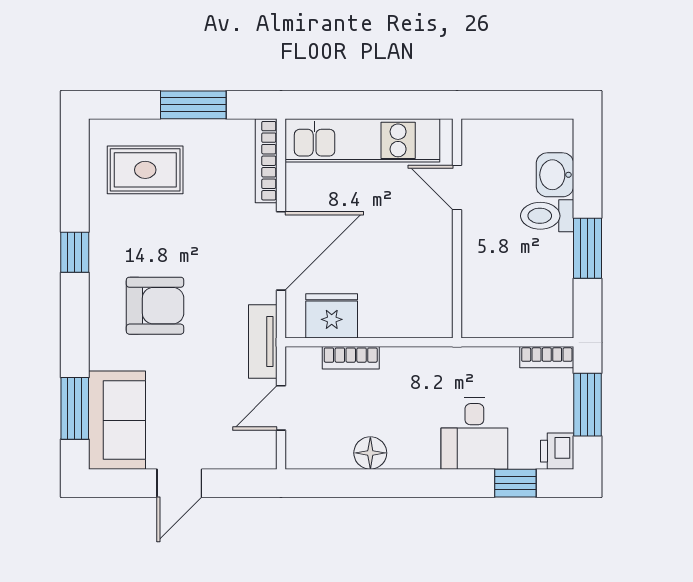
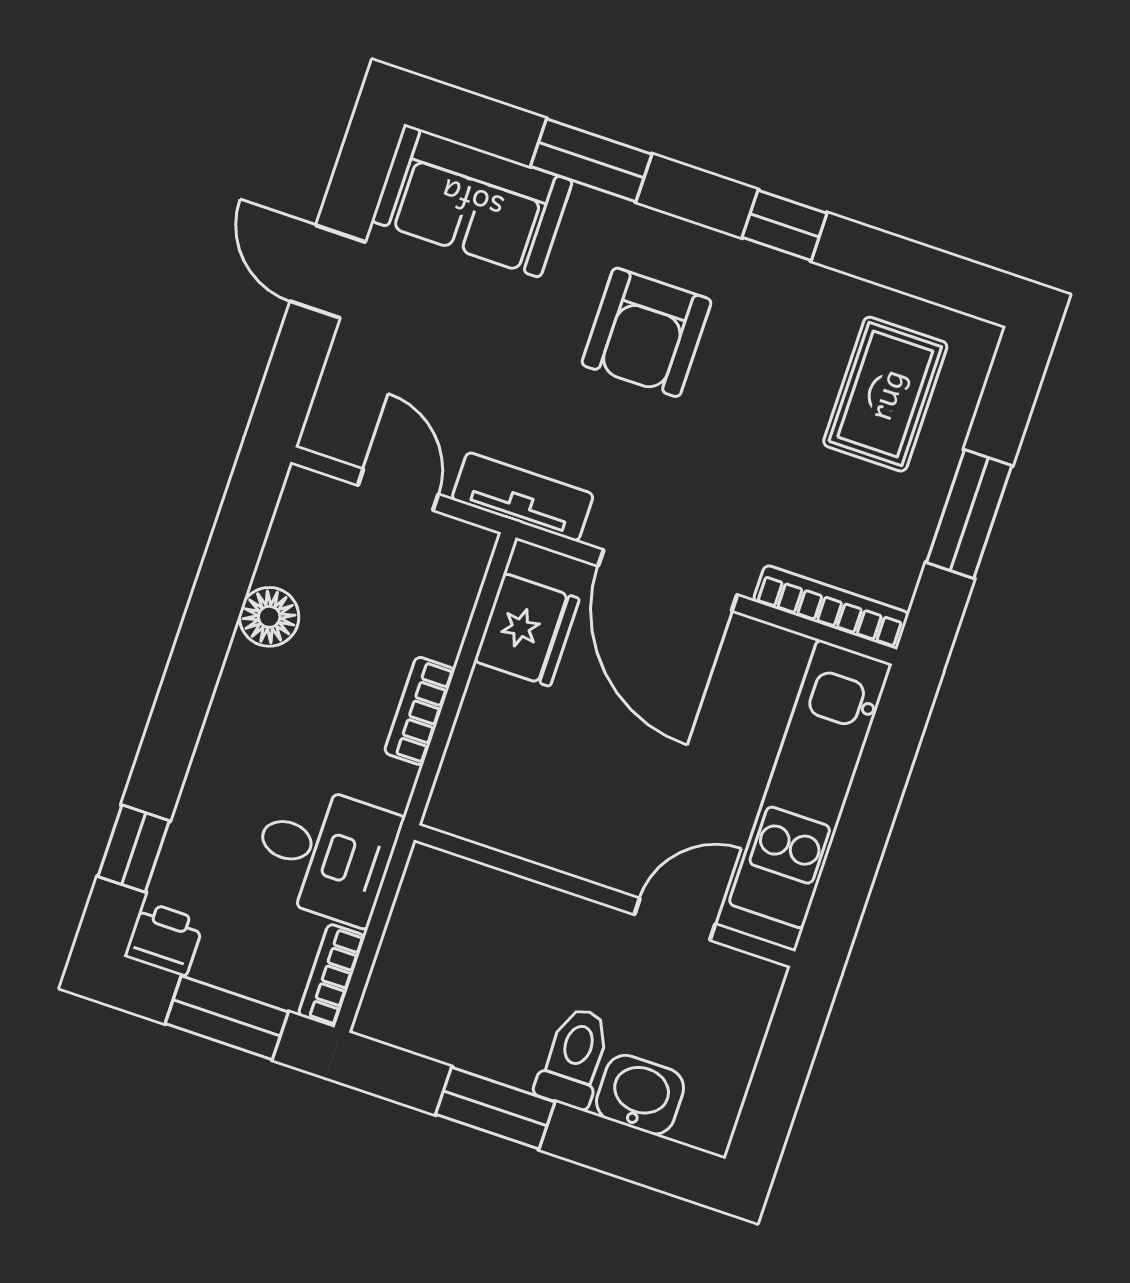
bookcase: (351, 358) -> (420, 711), moved
window: (75, 408) -> (591, 160), moved
desk: (474, 433) -> (325, 853), moved, turned 180

